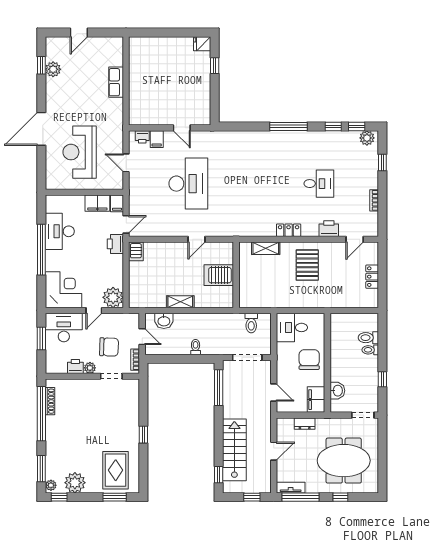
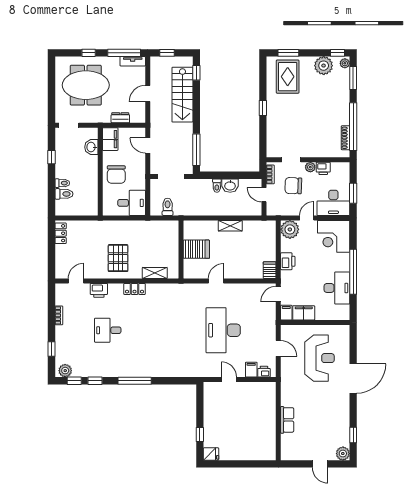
door: (79, 33) -> (320, 464), swing flipped
plant: (53, 69) -> (343, 454), moved
printer: (115, 244) -> (288, 261), moved
locker: (372, 277) -> (61, 233), moved
washbasin: (164, 321) -> (230, 186), moved, turned 180

